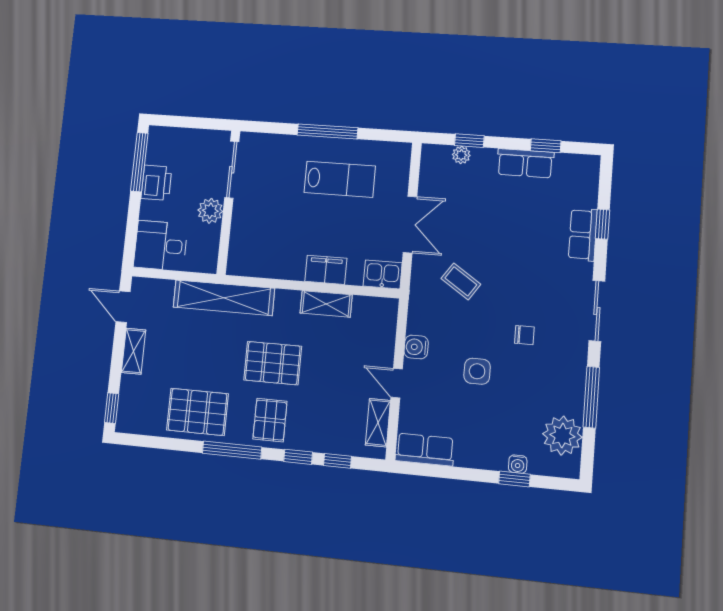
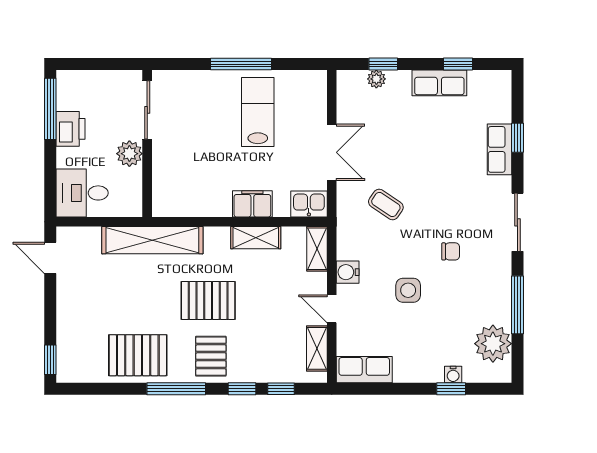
lab bench: (340, 179) -> (258, 112), turned -90
shelving: (134, 351) -> (317, 249), moved

